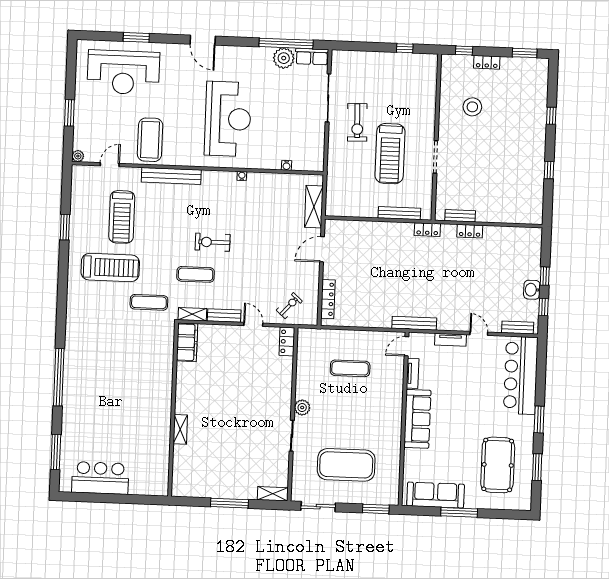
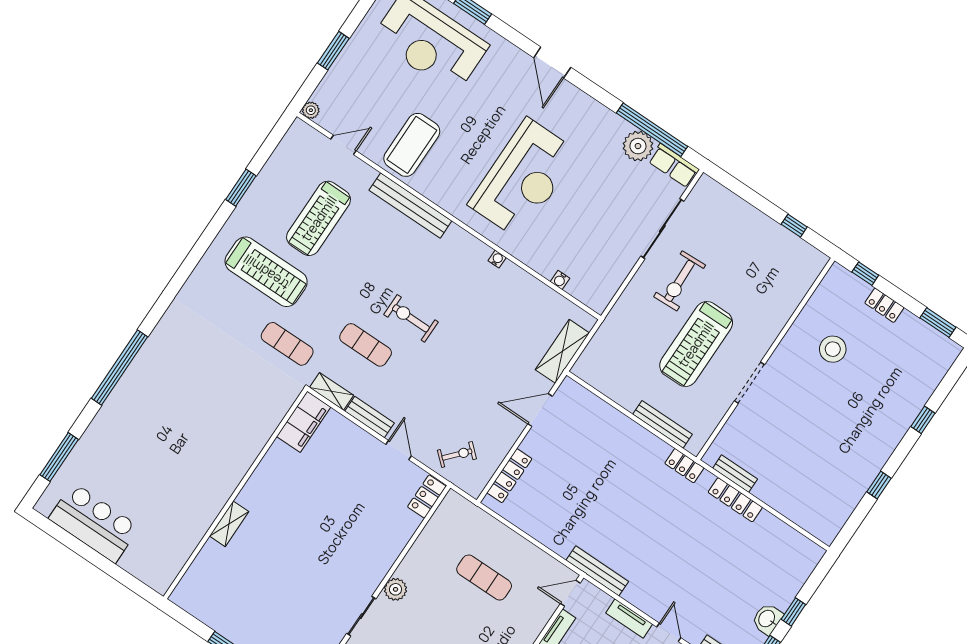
locker: (470, 231) -> (735, 500), width x1.53

